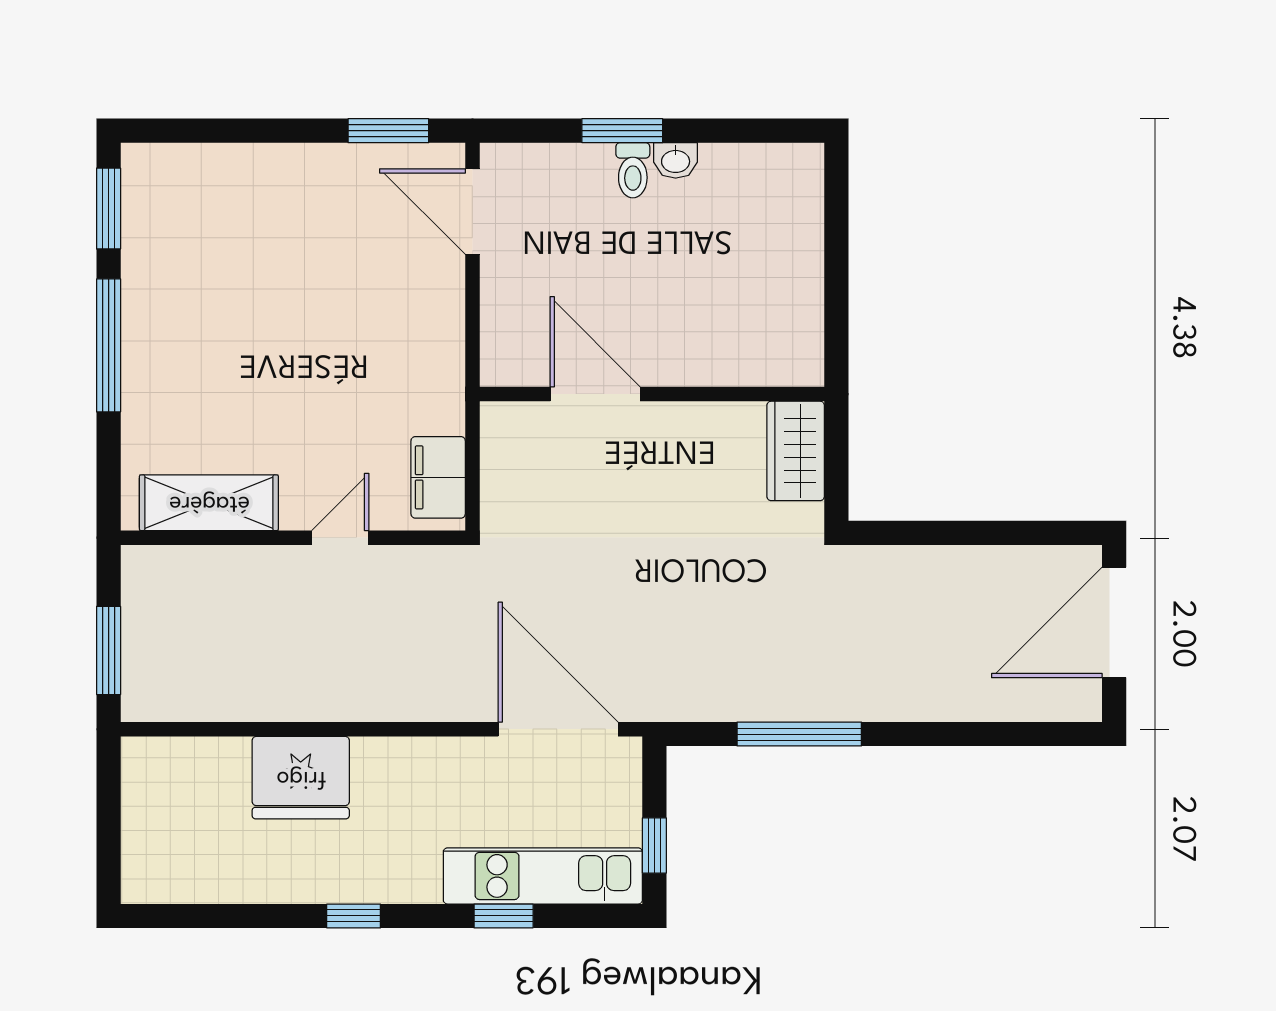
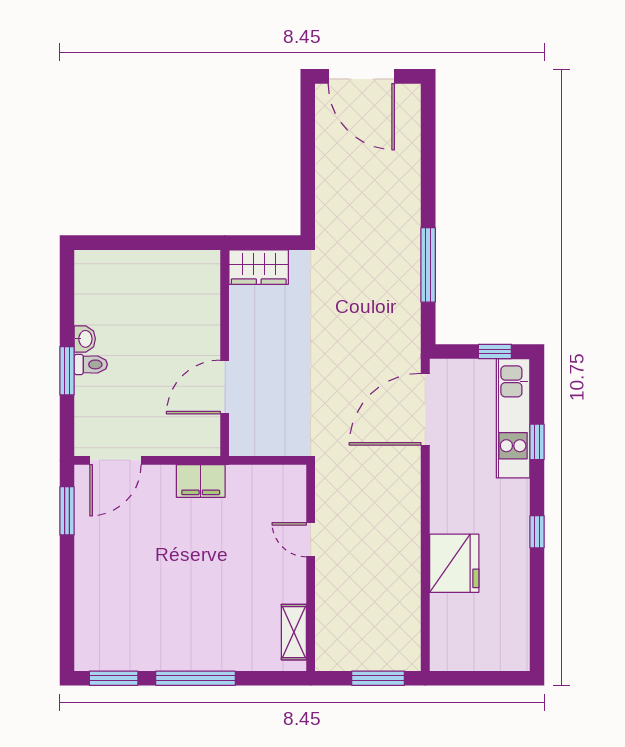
filing cabinet: (438, 477) -> (201, 481), moved
shelving: (209, 503) -> (294, 632), width x0.67, depth x0.75

